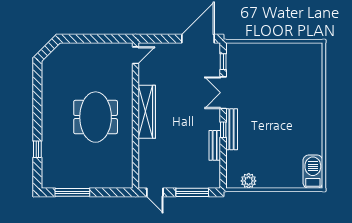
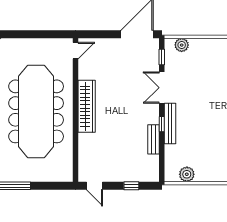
plant: (243, 50) -> (182, 45), added
meeting table: (96, 117) -> (36, 111), width x1.86, depth x1.27
window: (192, 192) -> (131, 186), width x0.46

